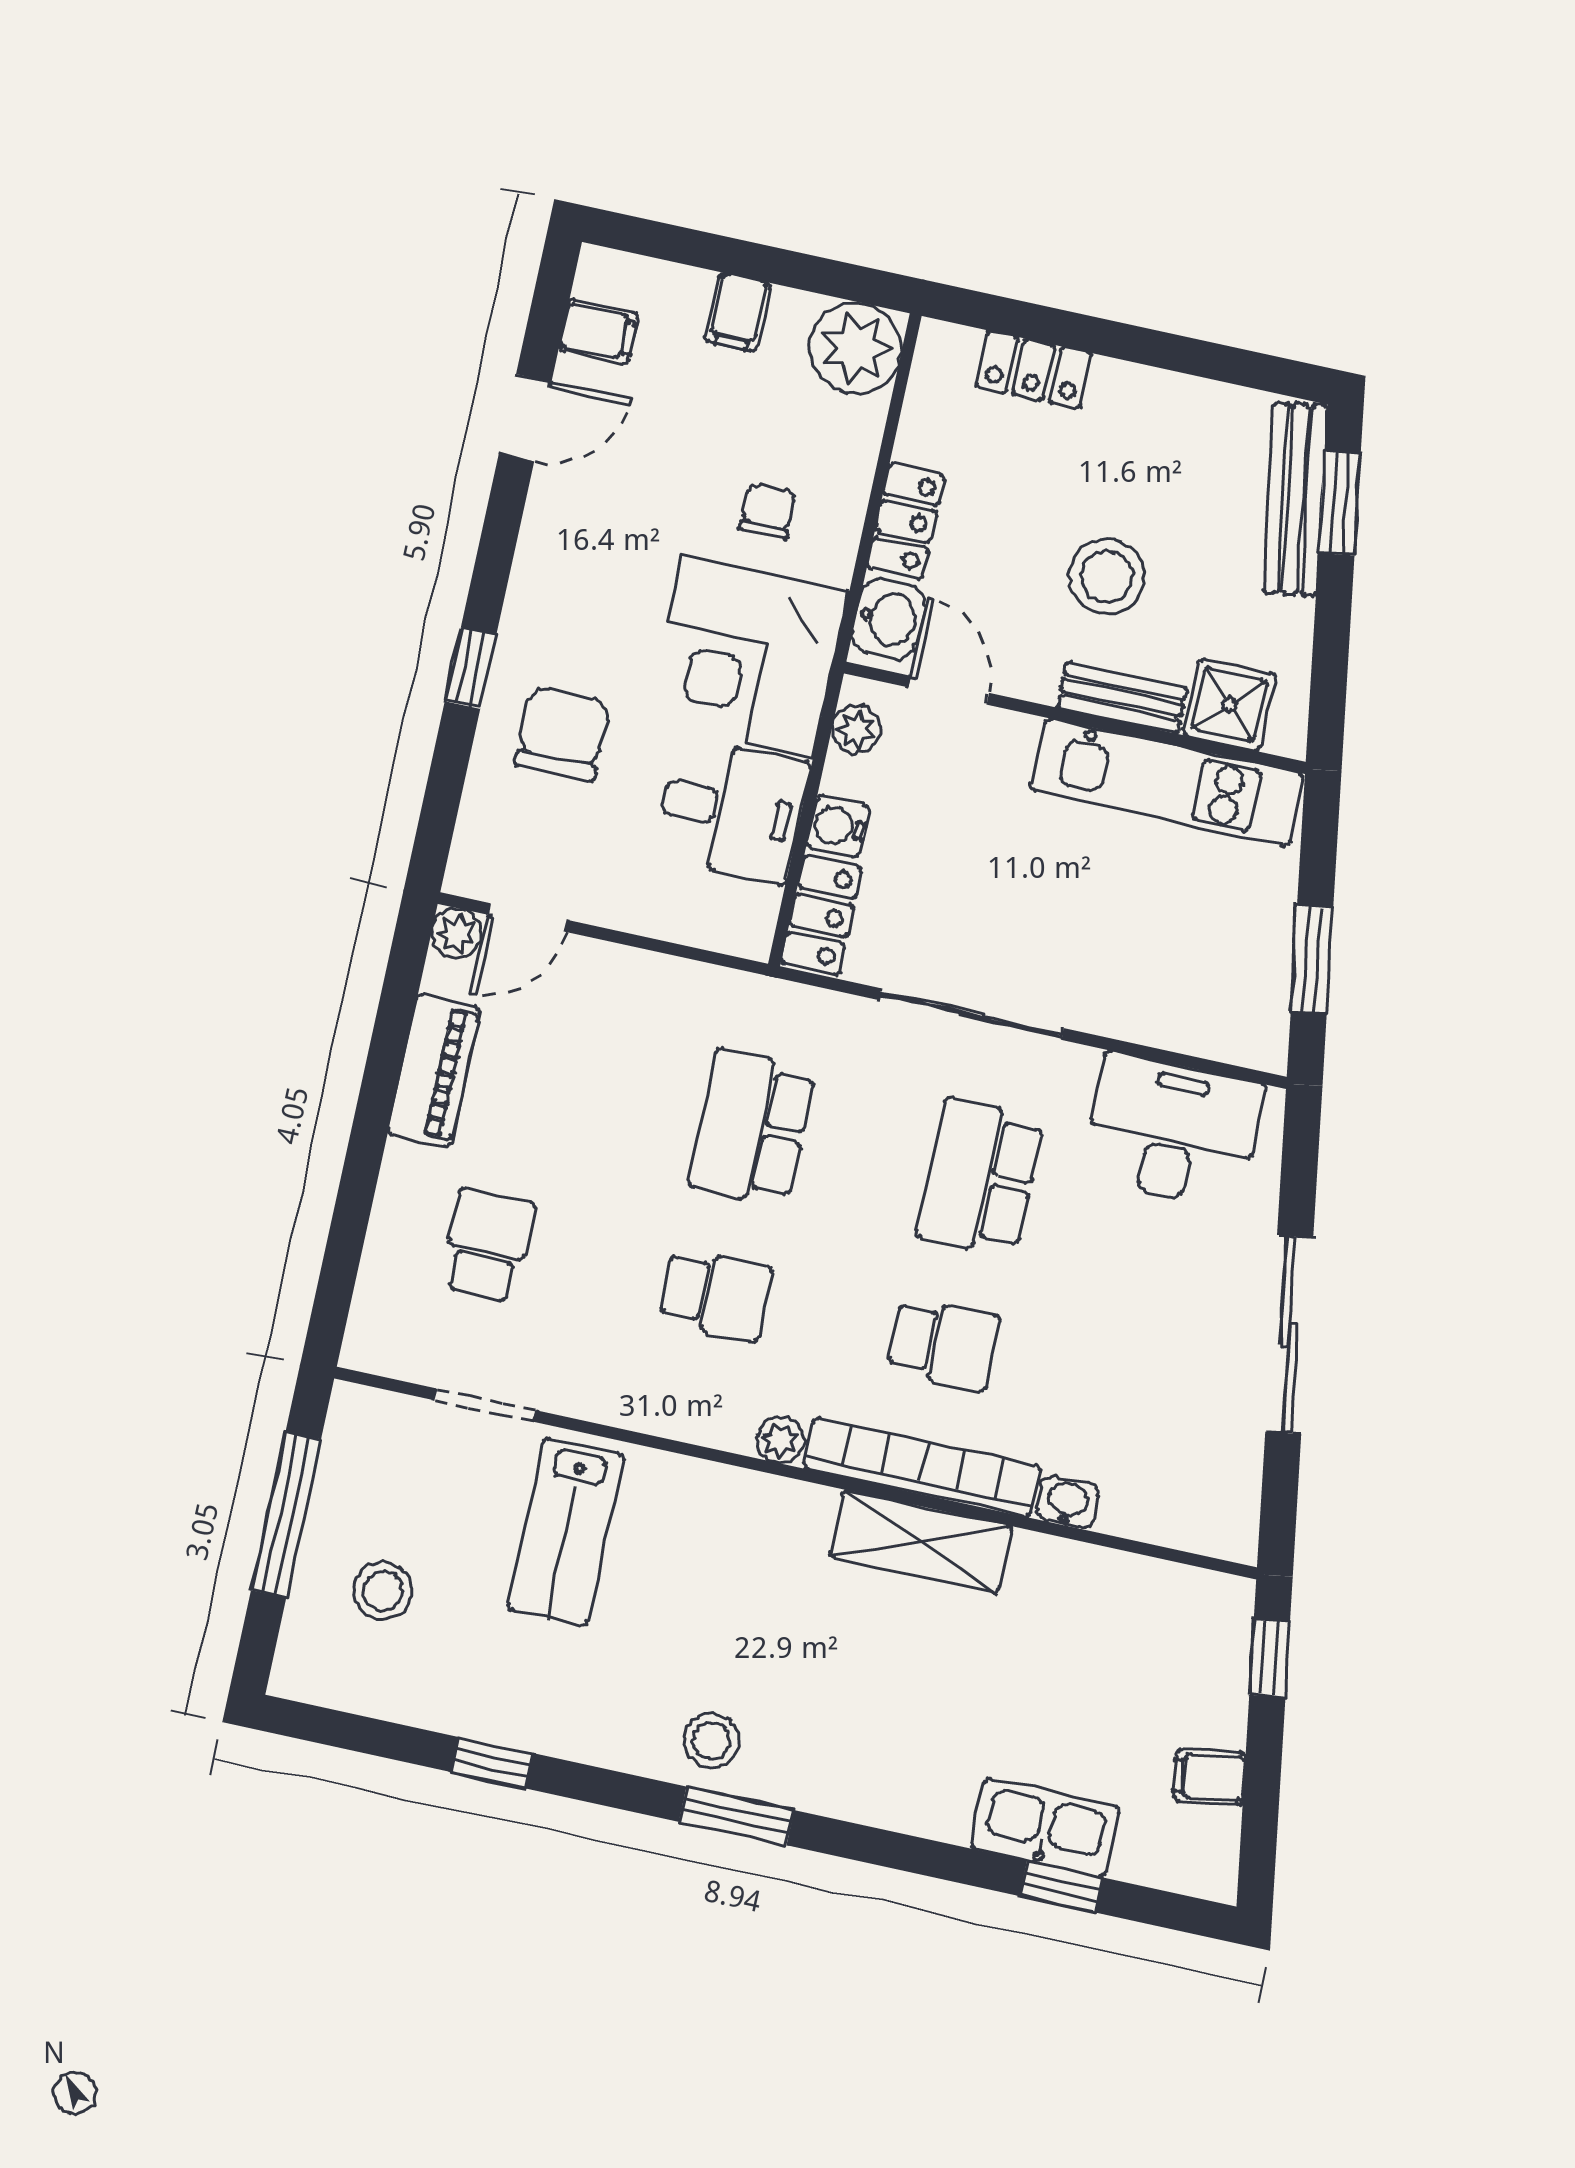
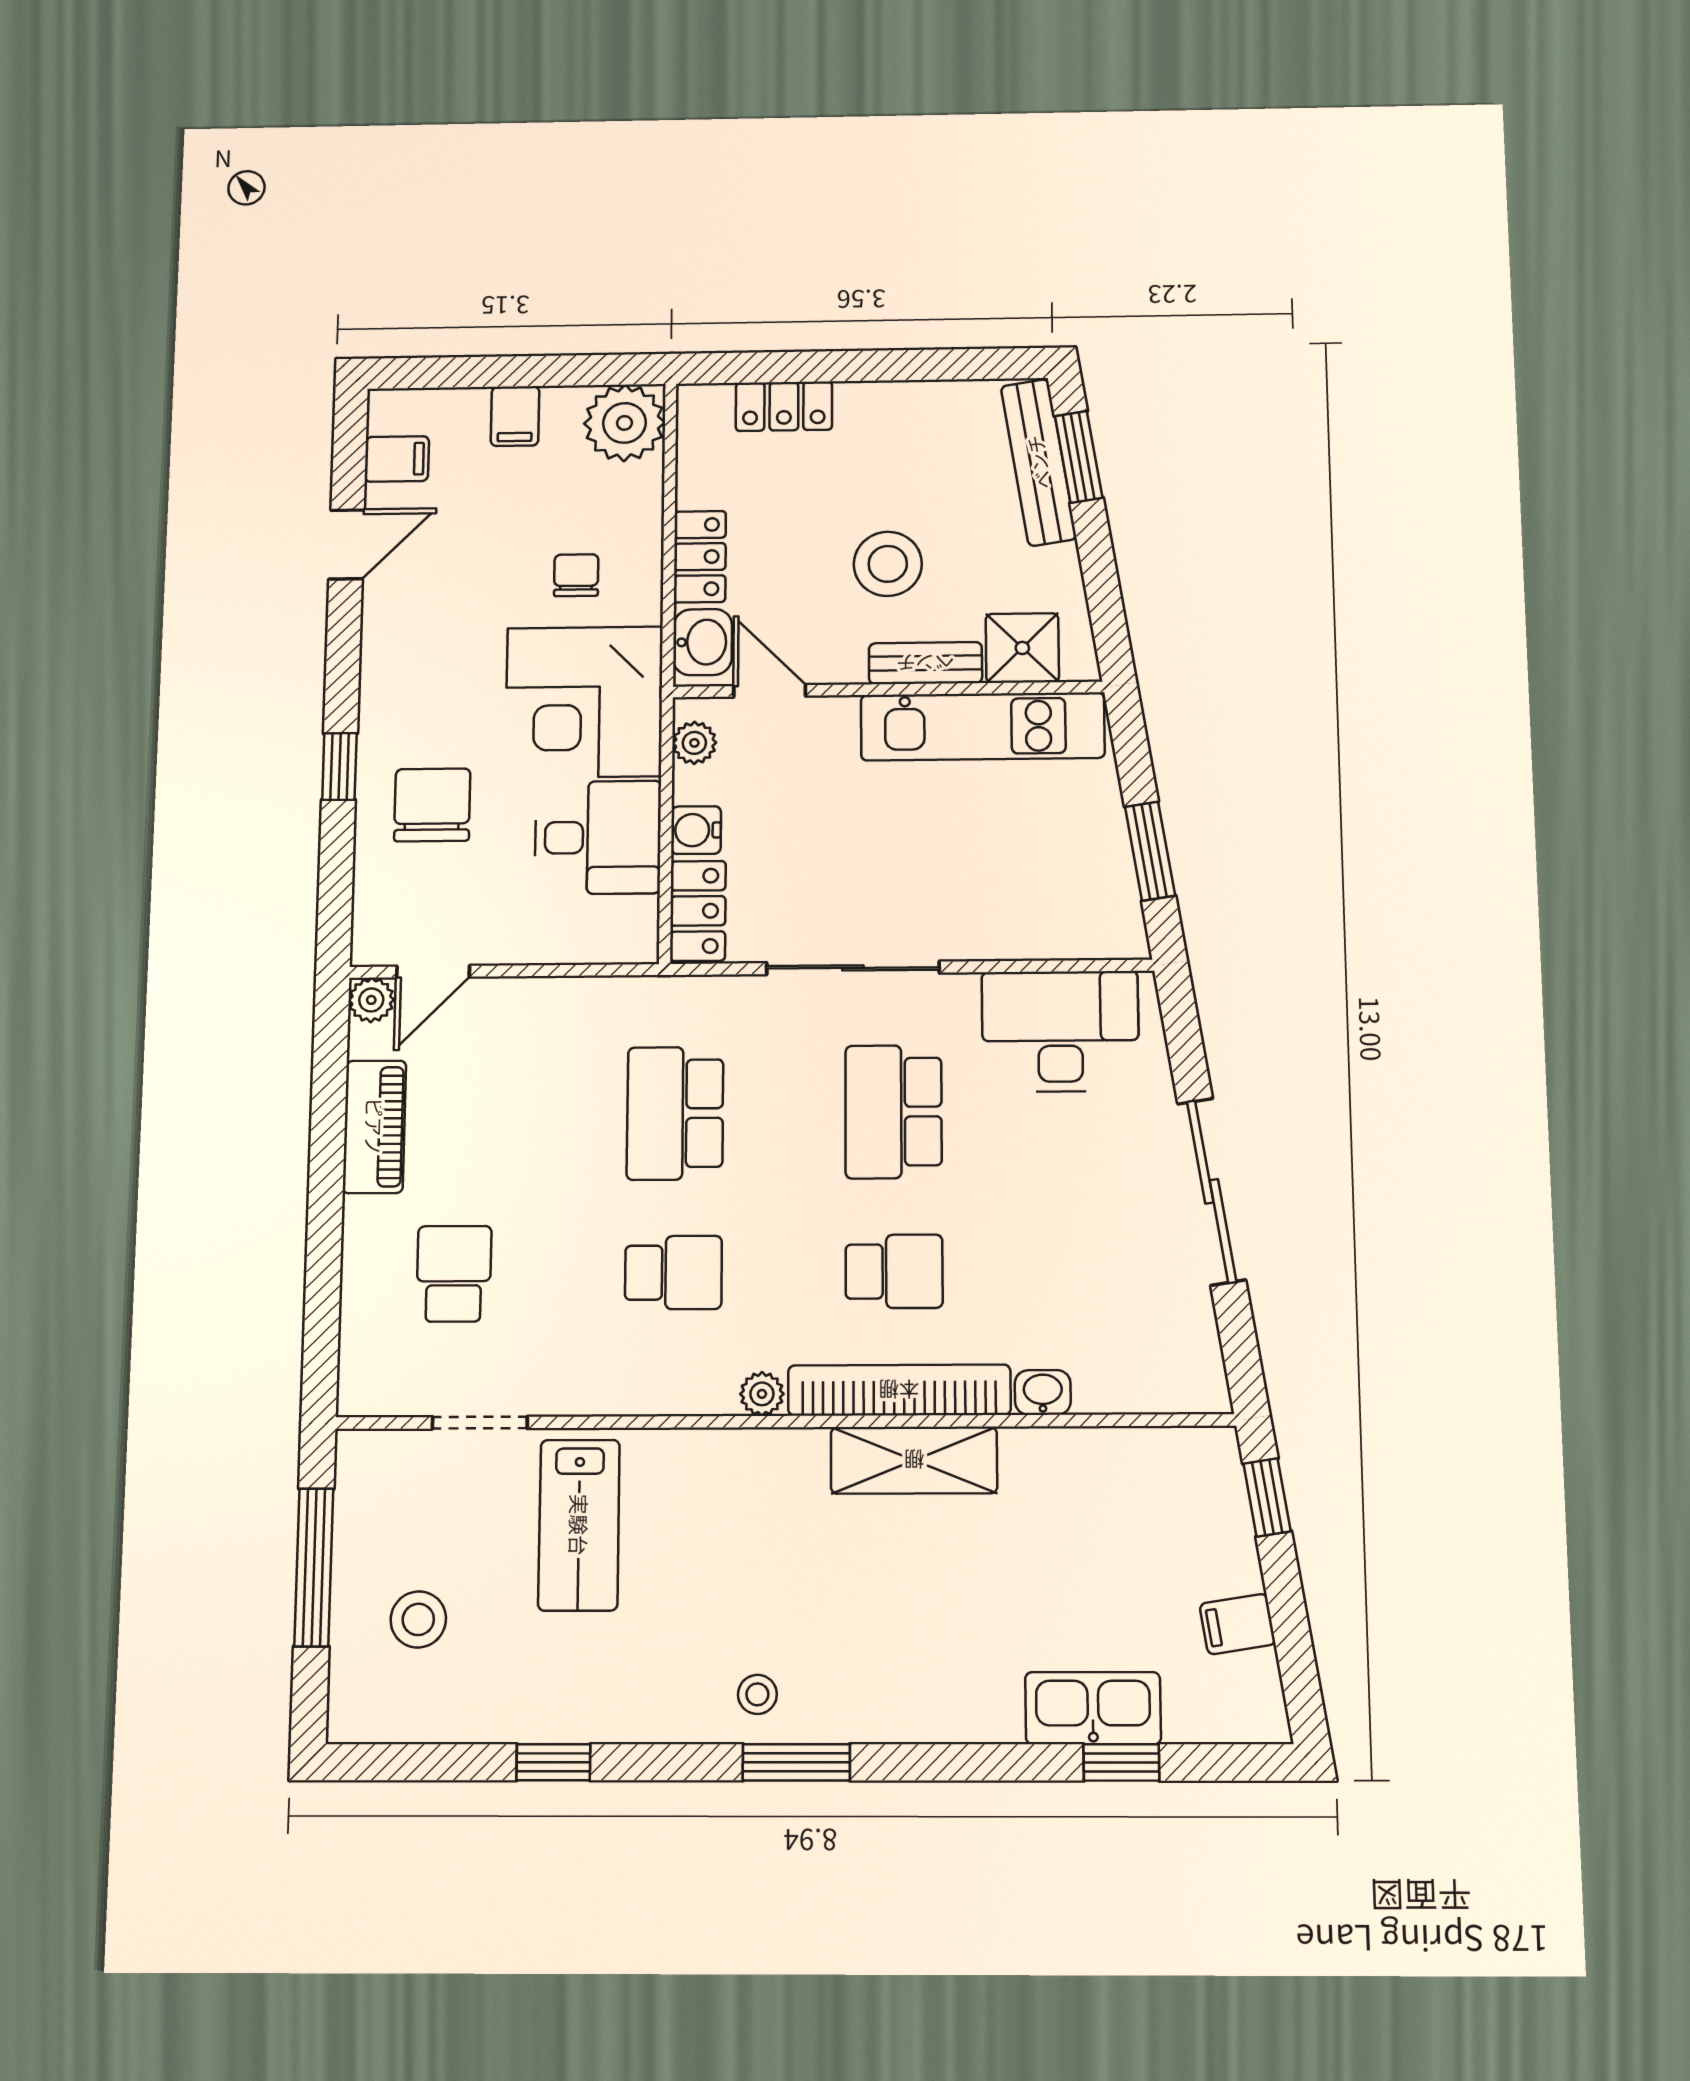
stool: (712, 1741) -> (757, 1694), width x0.73, depth x0.73

